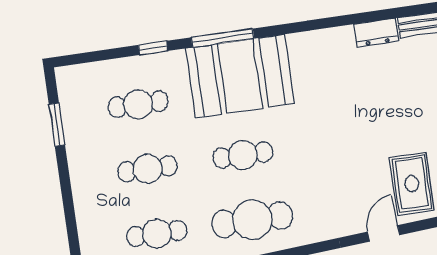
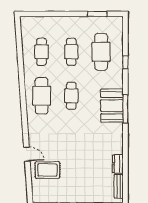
window: (223, 38) -> (125, 109), moved
booth: (240, 76) -> (112, 106), width x0.73, depth x0.70
cafe table: (138, 104) -> (101, 52), width x1.37, depth x1.35

